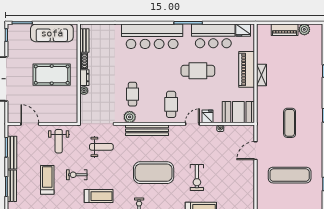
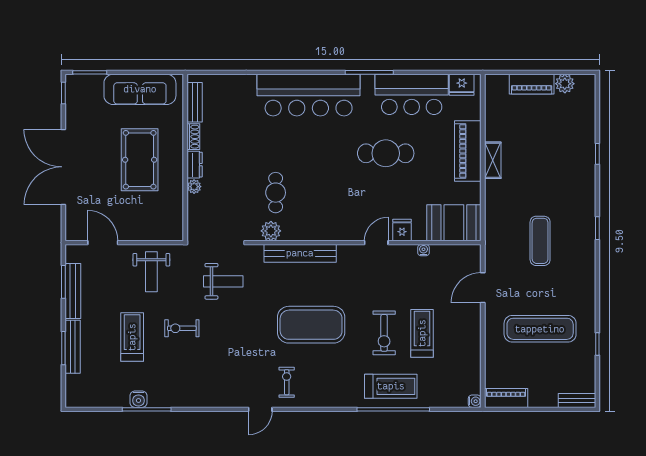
pool table: (52, 75) -> (140, 160), turned 90
cafe table: (171, 104) -> (341, 210), removed
treadmill: (99, 196) -> (422, 333), moved, turned -90

